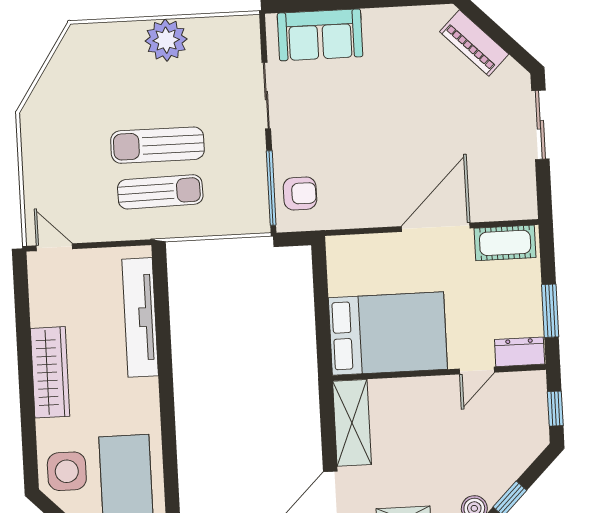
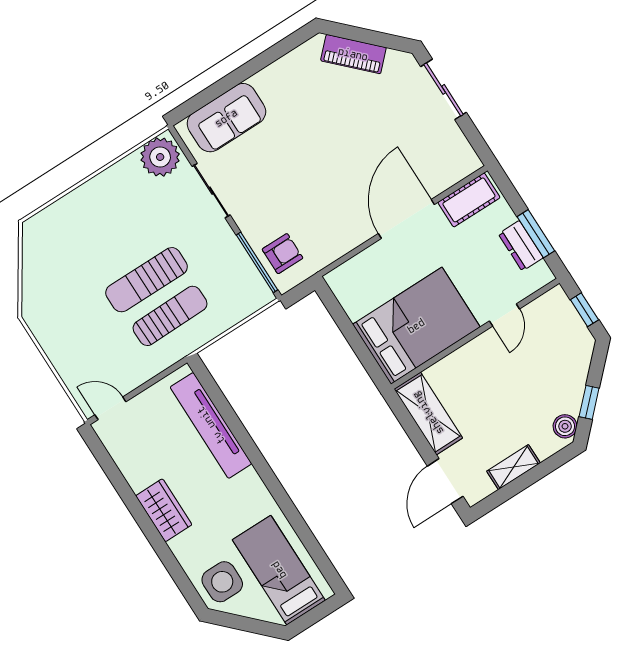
plant: (166, 40) -> (160, 157), moved
dresser: (520, 352) -> (521, 246), moved, turned -90
wardrobe: (50, 372) -> (164, 510), width x0.67

